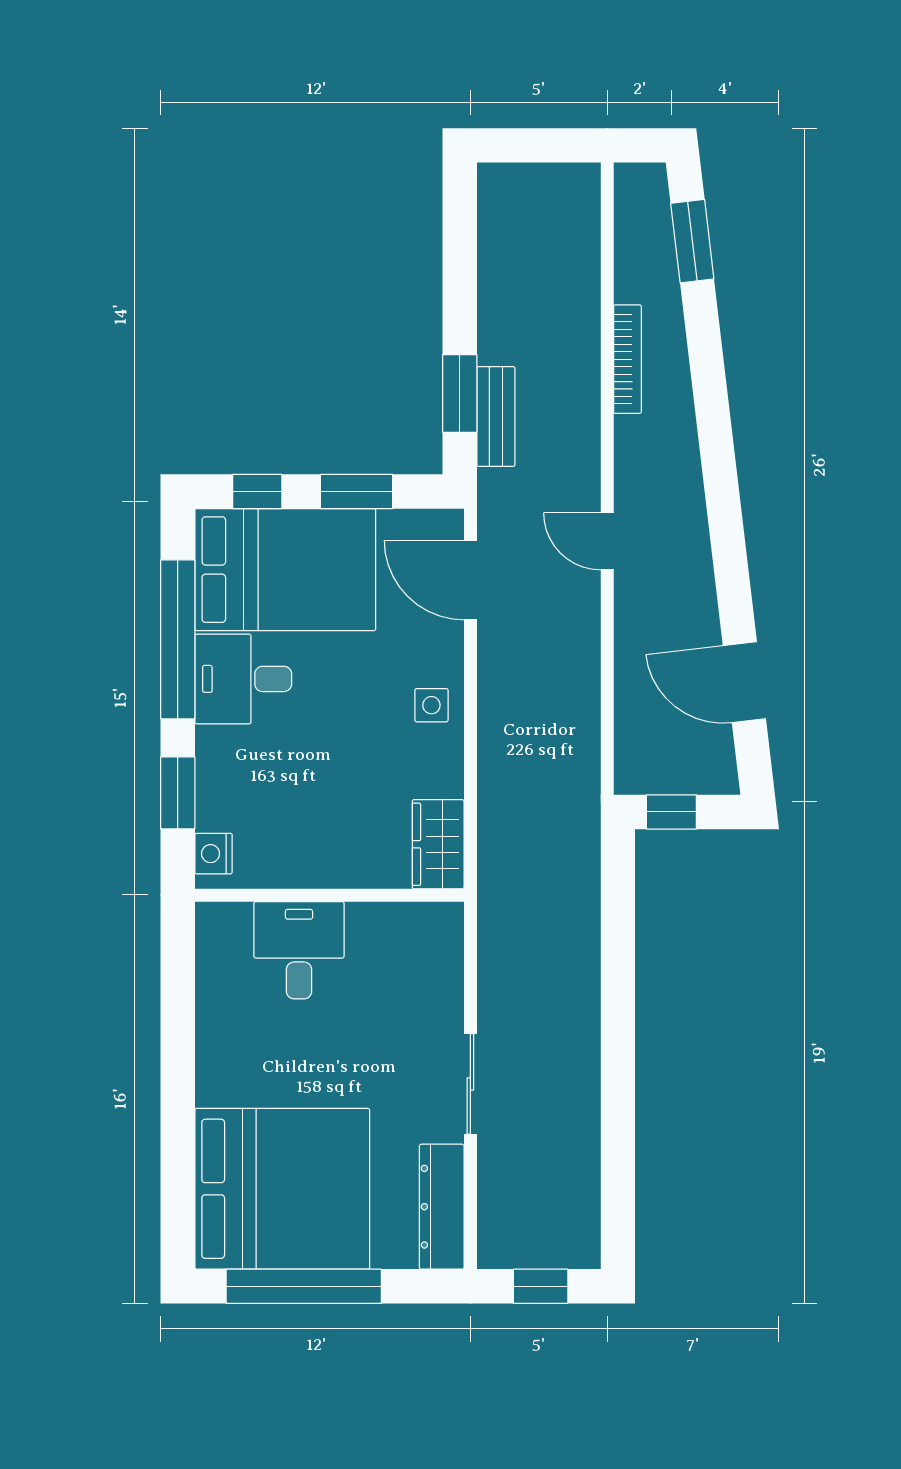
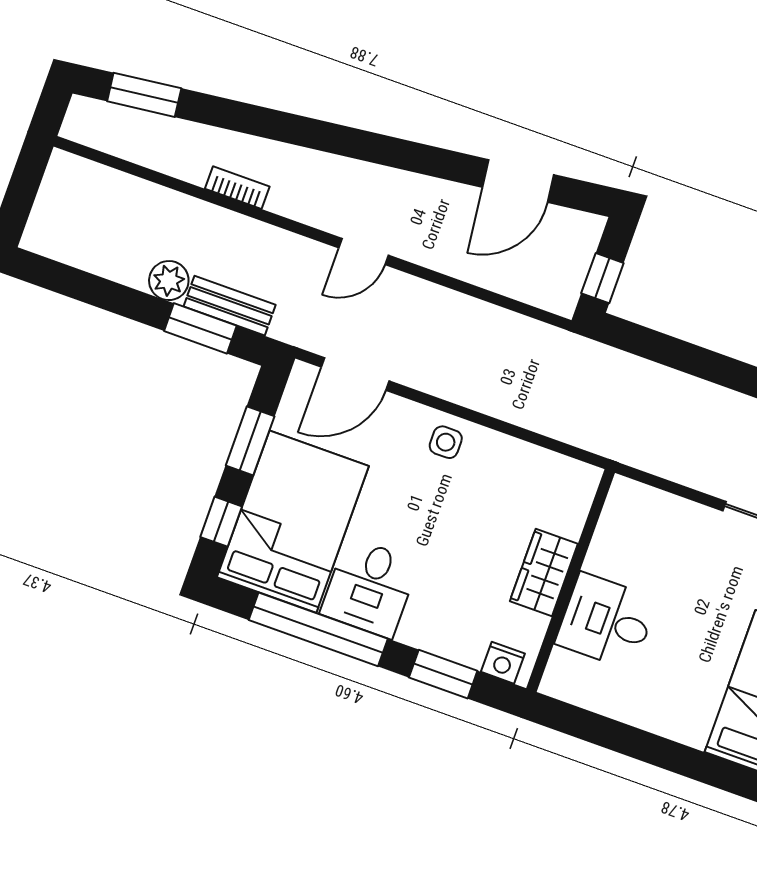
plant: (500, 340) -> (169, 281), added
bookcase: (627, 359) -> (237, 188), width x0.64
wardrobe: (438, 844) -> (544, 573), moved, turned 90

